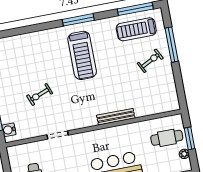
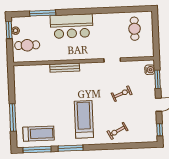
window: (78, 20) -> (71, 148), moved
exercise bike: (150, 61) -> (117, 131), moved
window: (190, 138) -> (9, 30), moved

